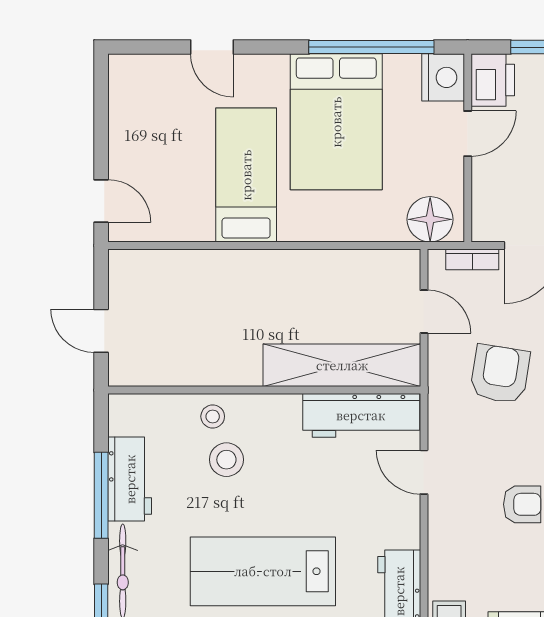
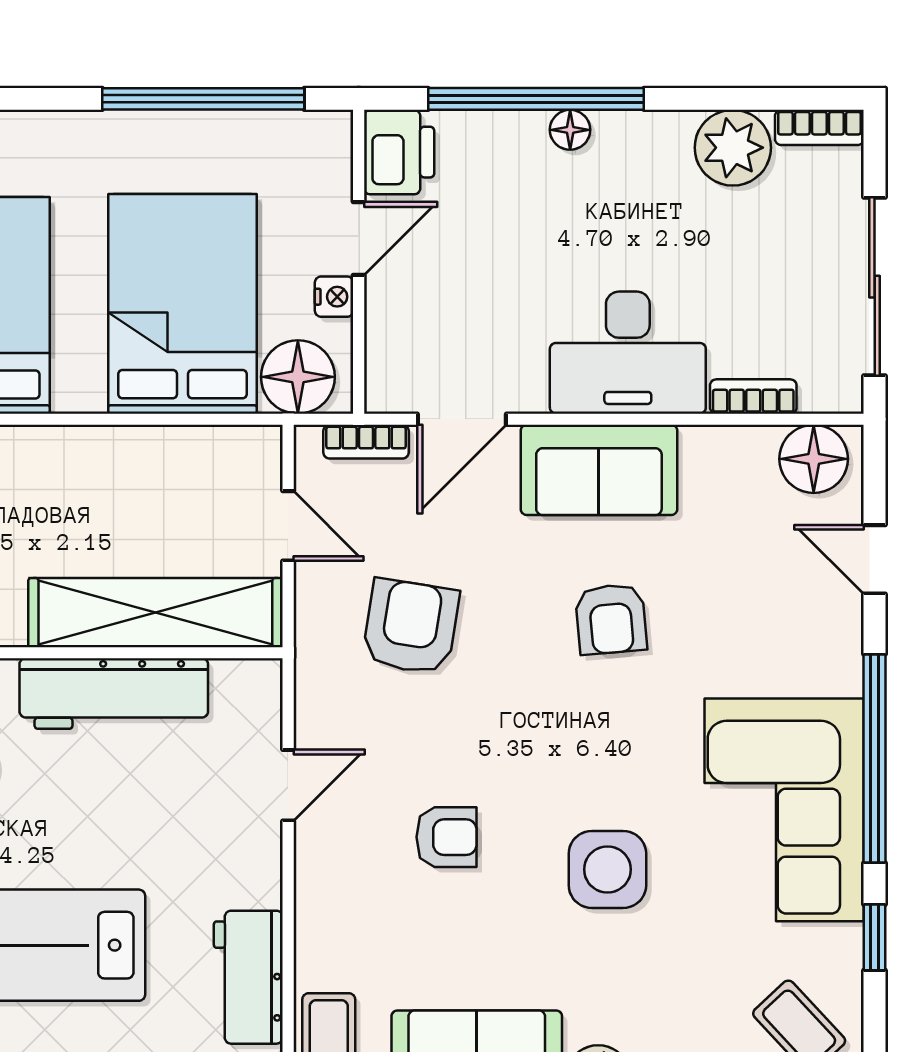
nightstand: (443, 77) -> (334, 297), moved, width x0.53, depth x0.56
bed: (336, 122) -> (183, 304), moved, turned 180
workbench: (361, 415) -> (114, 694), moved
door: (424, 472) -> (288, 785), swing flipped

